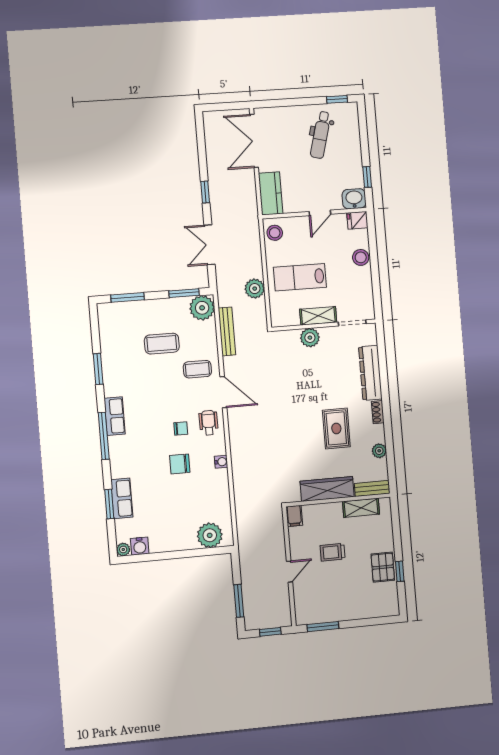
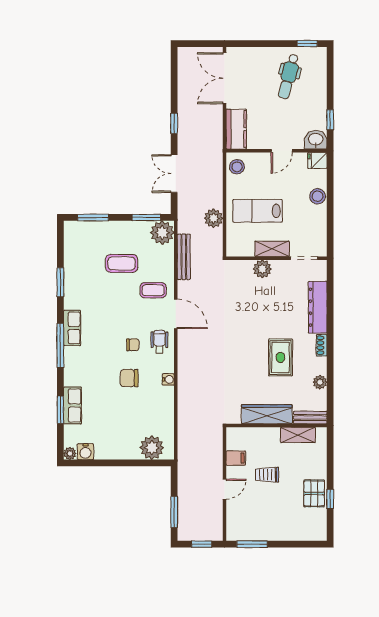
filing cabinet: (294, 516) -> (236, 458), moved, turned -90

